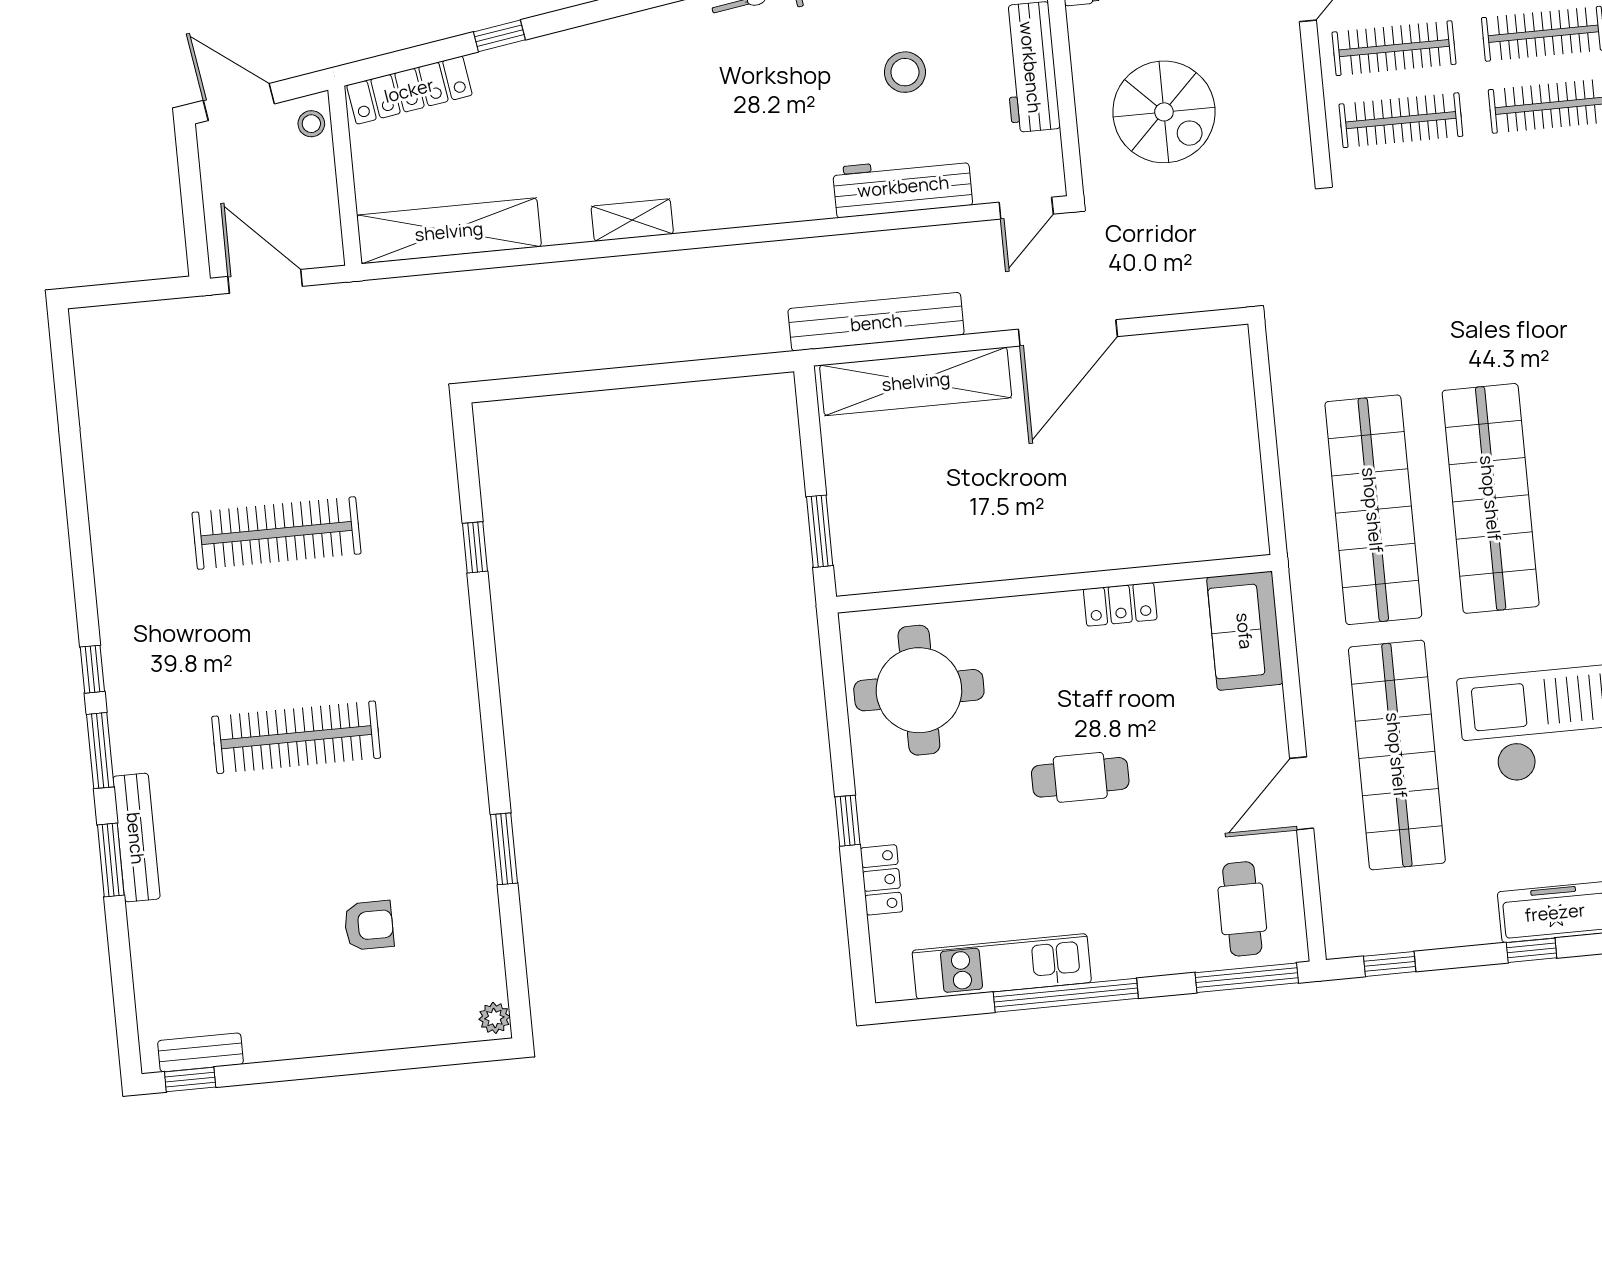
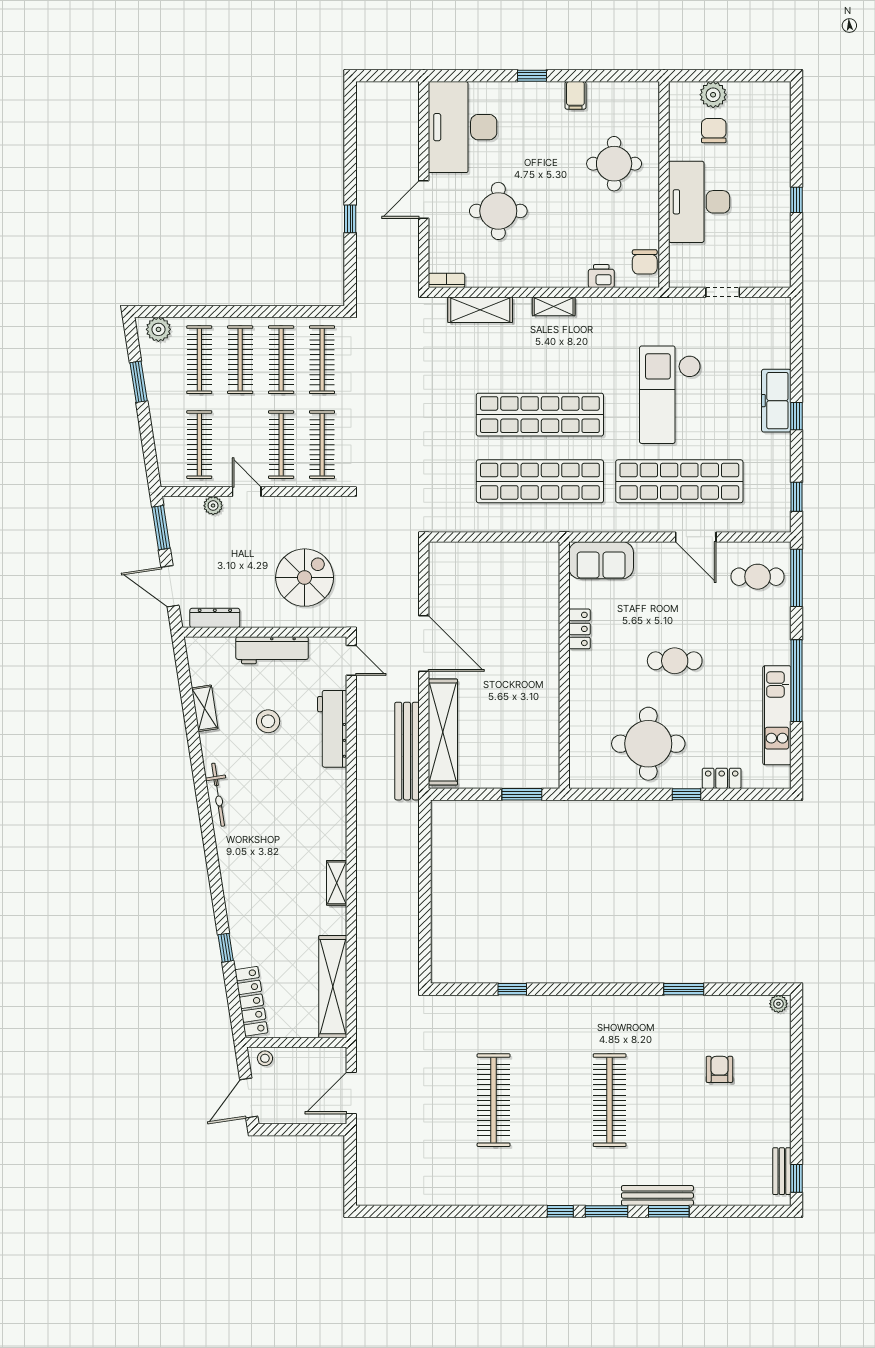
round table: (919, 690) -> (648, 744), moved
cafe table: (1080, 777) -> (675, 661), turned 90

